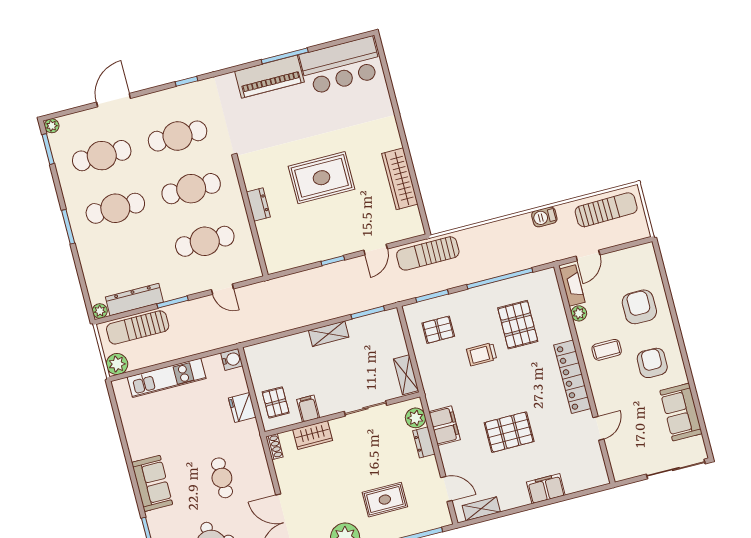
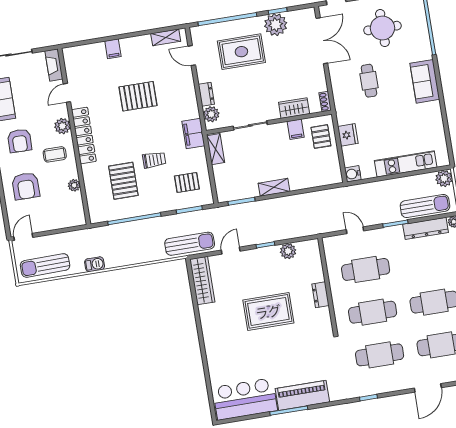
wardrobe: (400, 179) -> (202, 281), moved
plant: (304, 255) -> (288, 251), added
door: (588, 256) -> (23, 237), moved
fireplace: (572, 286) -> (54, 65), moved
plant: (600, 386) -> (62, 126), added
filing cabinet: (444, 426) -> (193, 134), moved
filing cabinet: (546, 489) -> (113, 49), width x0.50
rug: (385, 500) -> (241, 52), width x1.36, depth x1.43

